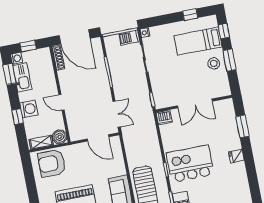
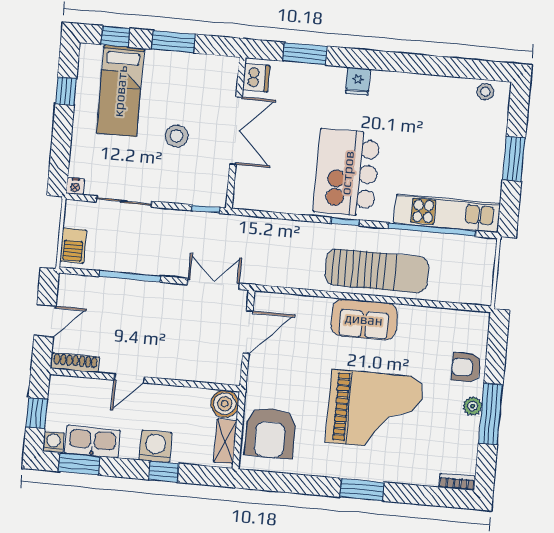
door: (75, 37) -> (45, 321), width x0.53
barbecue: (128, 38) -> (73, 246), moved
stool: (214, 63) -> (177, 136), moved
door: (61, 102) -> (129, 378), moved
dishwasher: (164, 117) -> (256, 78), moved

